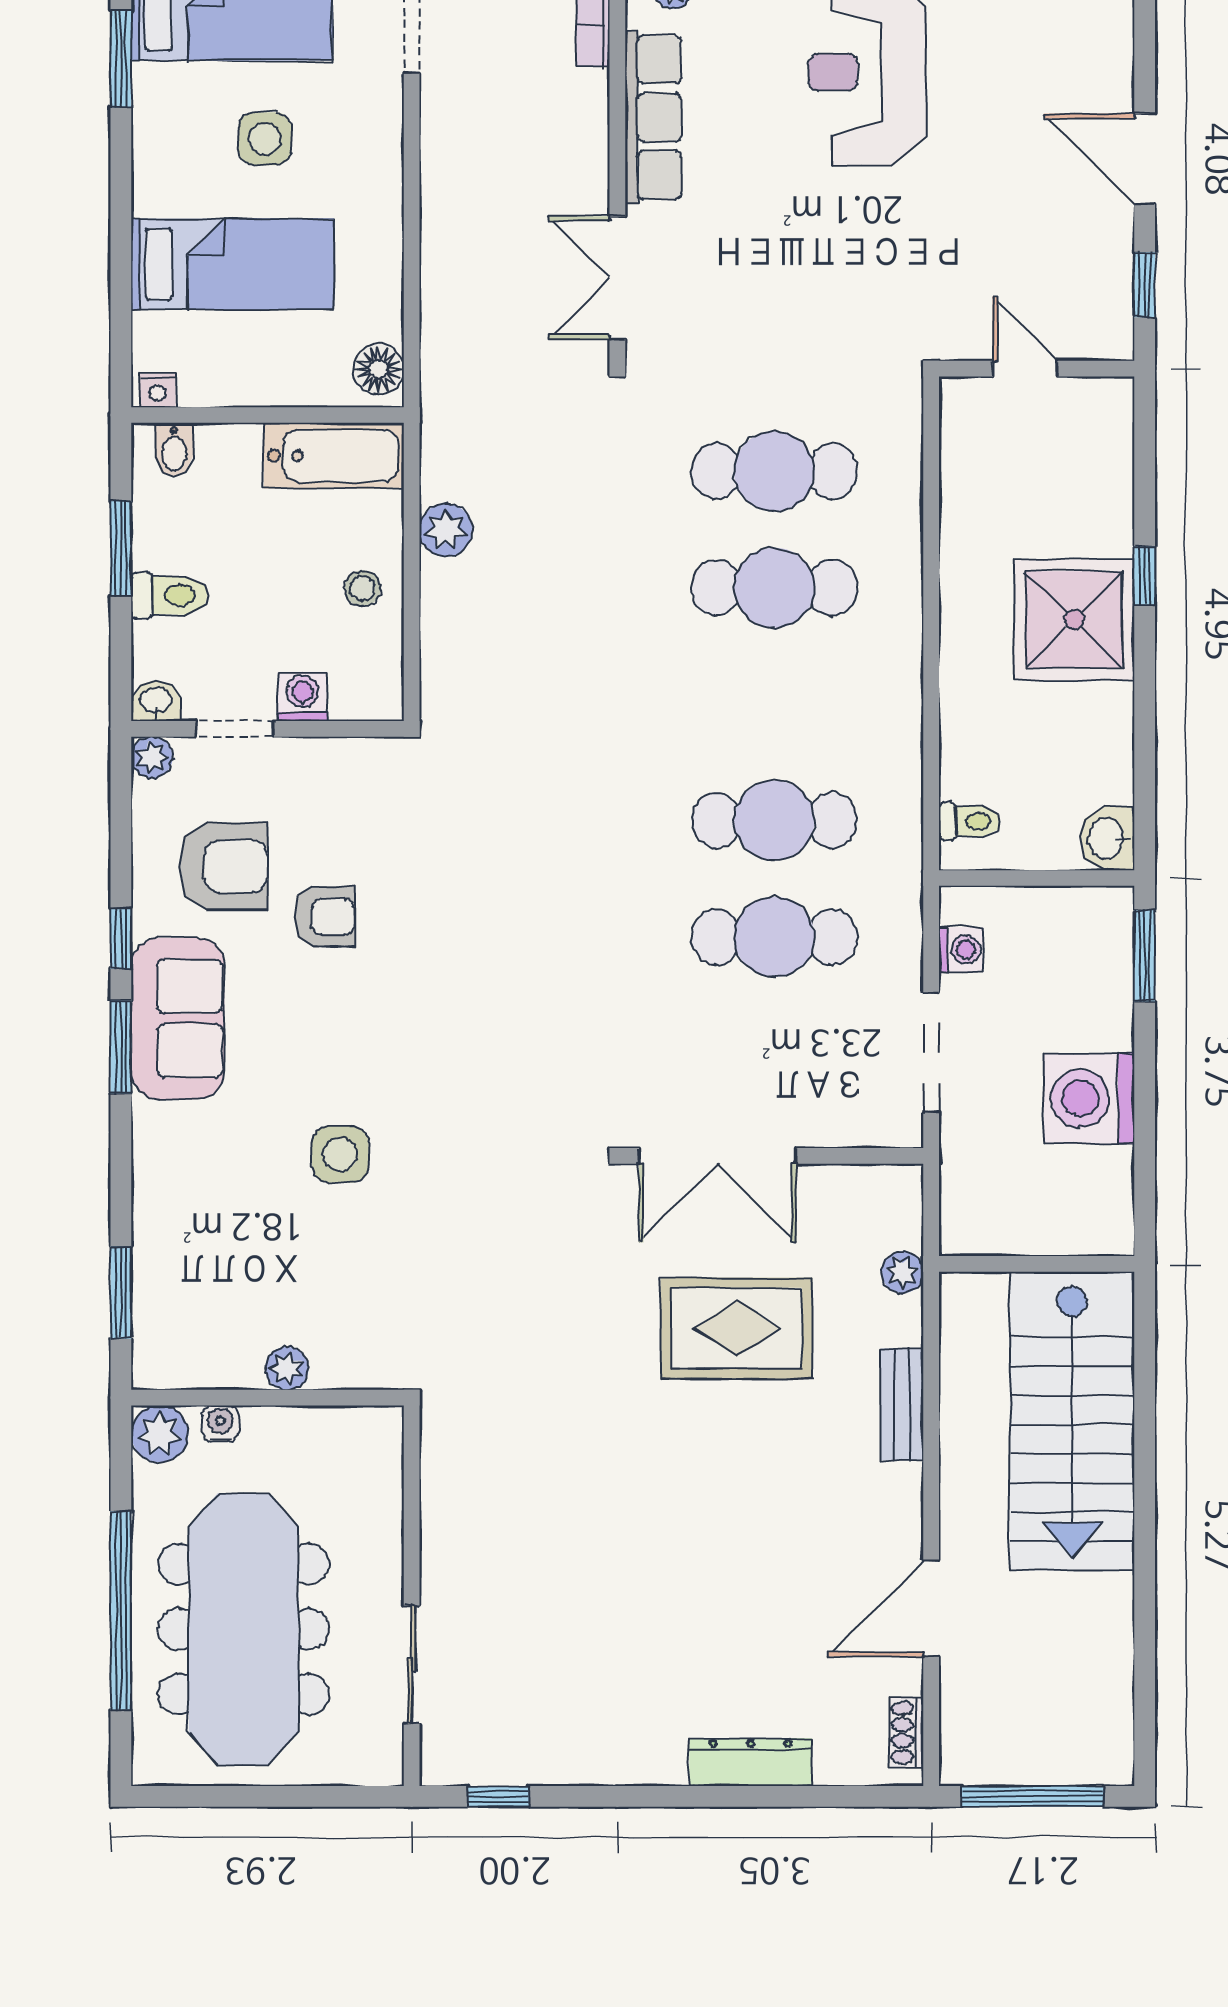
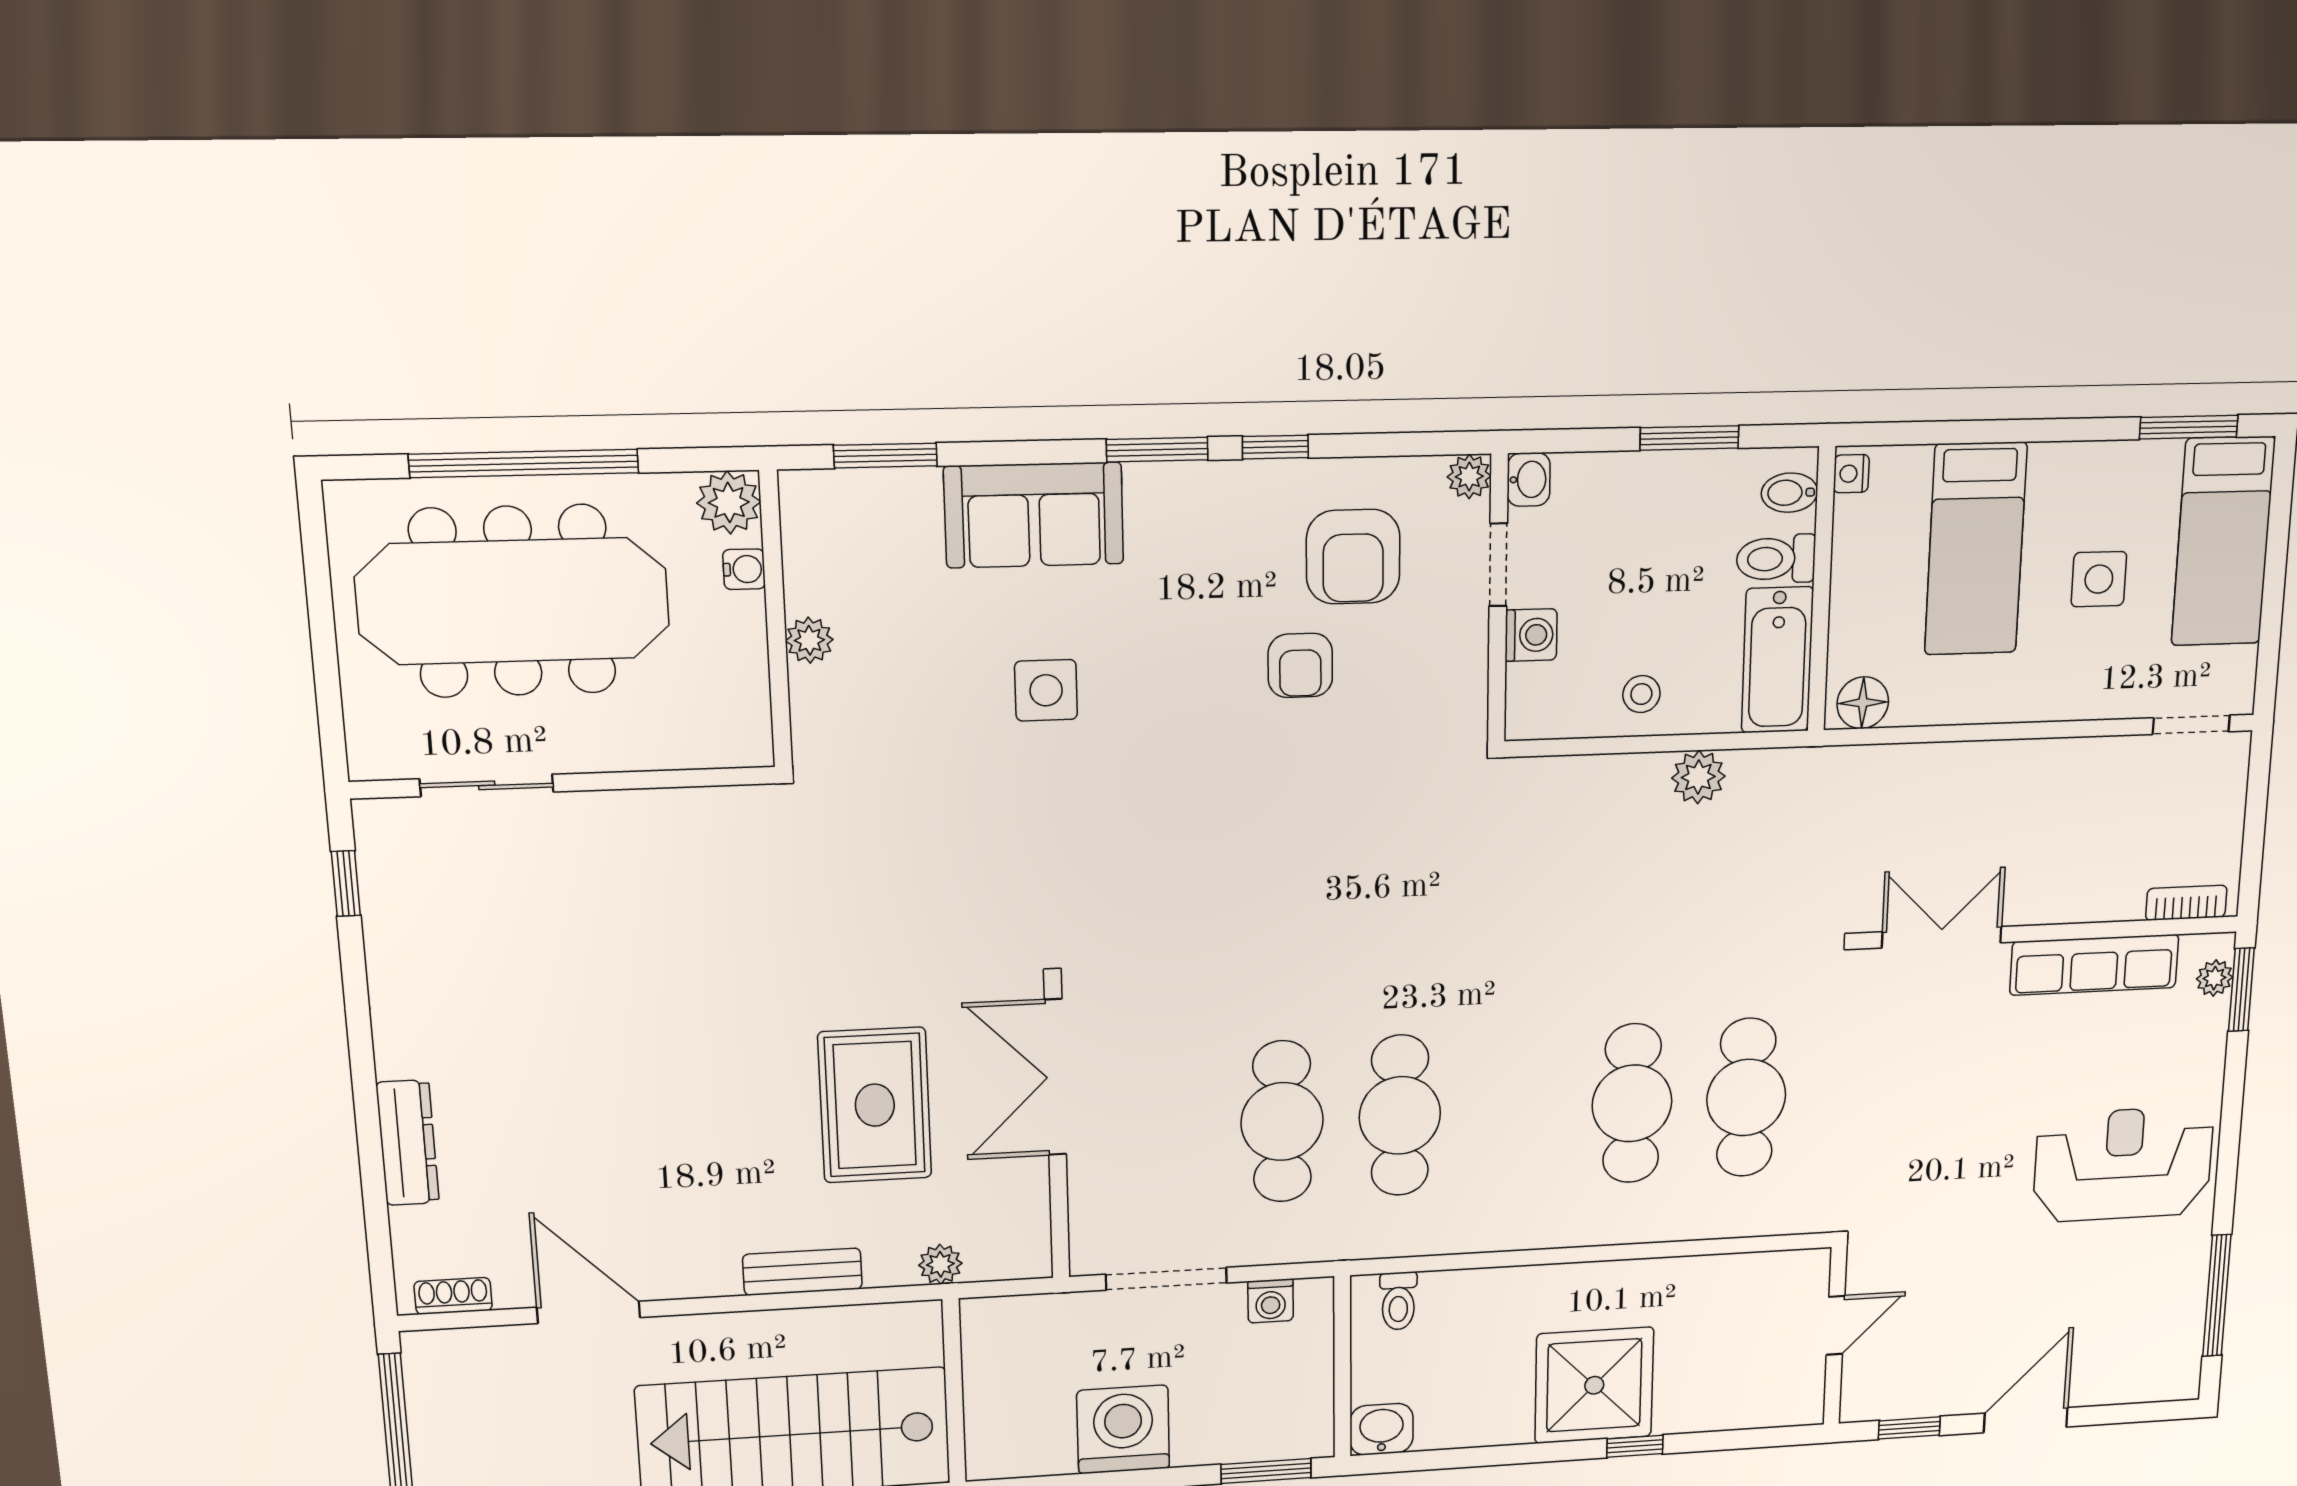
toilet: (169, 595) -> (1776, 559), moved, turned 90
sofa: (178, 1019) -> (1034, 515), moved

